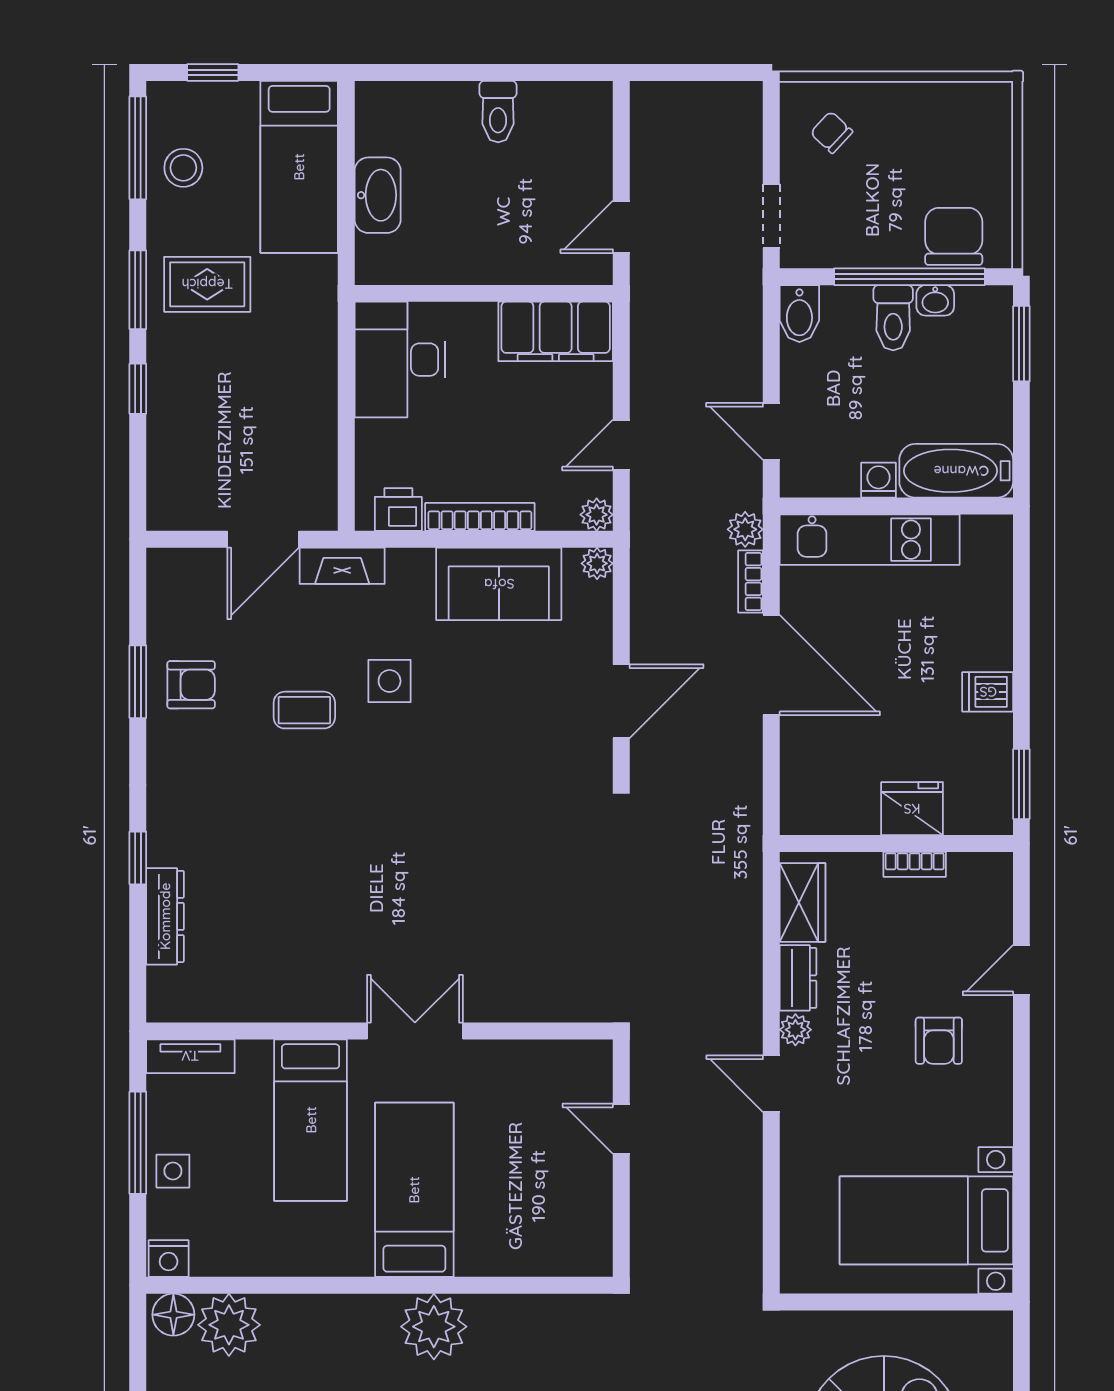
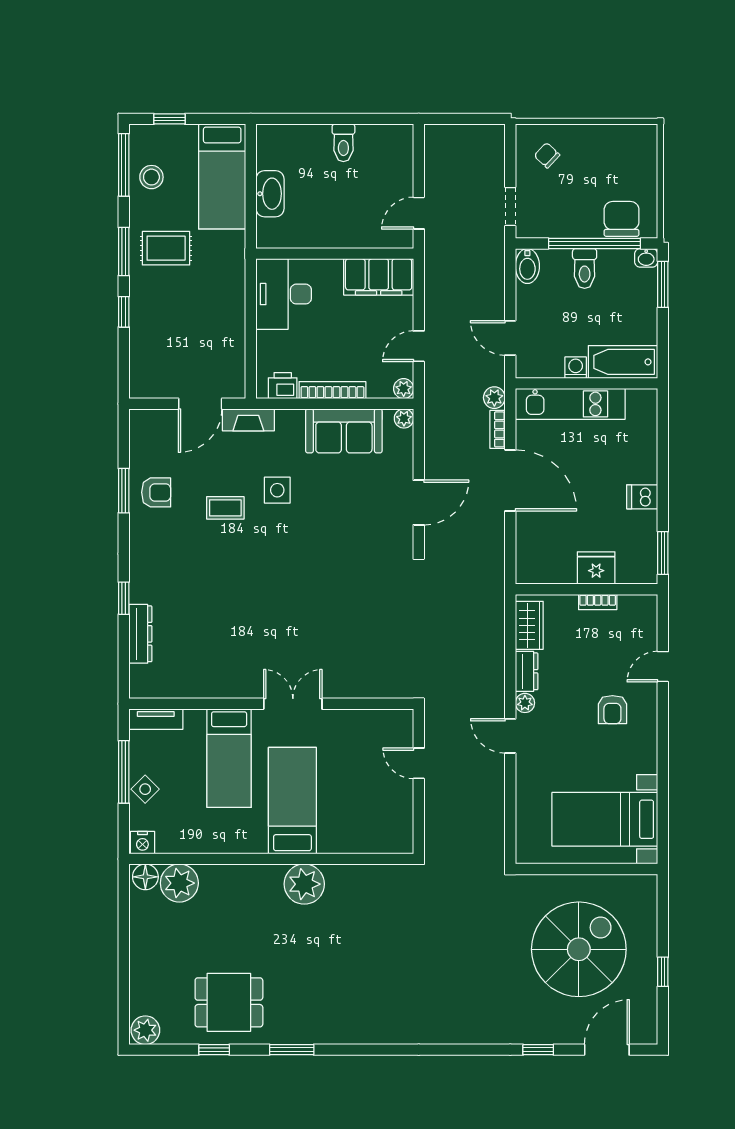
washbasin: (935, 300) -> (646, 258), moved
side table: (173, 1171) -> (145, 789), turned 45

